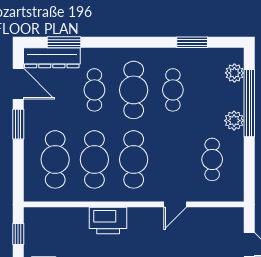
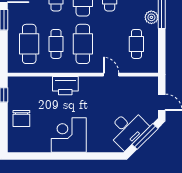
cafe table: (94, 159) -> (56, 44), width x0.73, depth x0.74
door: (175, 204) -> (111, 75), swing flipped

